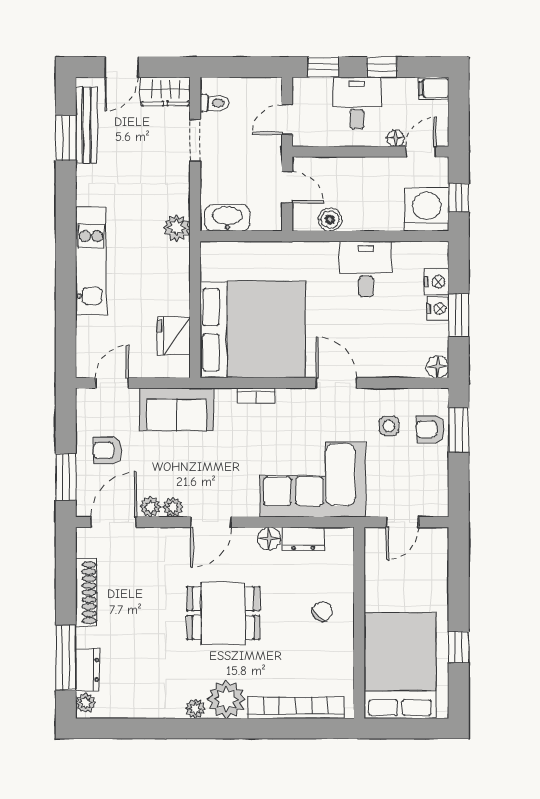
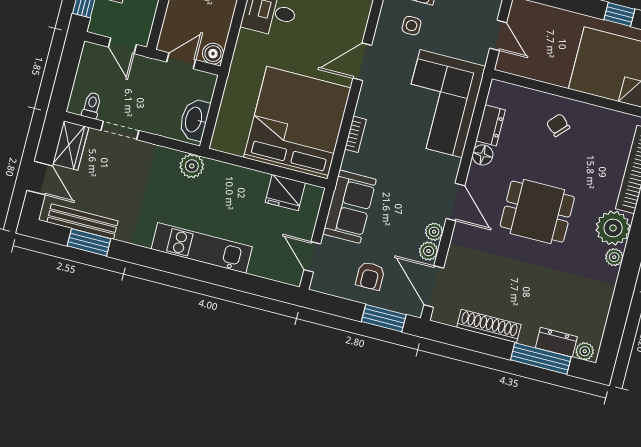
boiler: (330, 220) -> (213, 54), moved
dining table: (223, 613) -> (537, 212), turned 90

